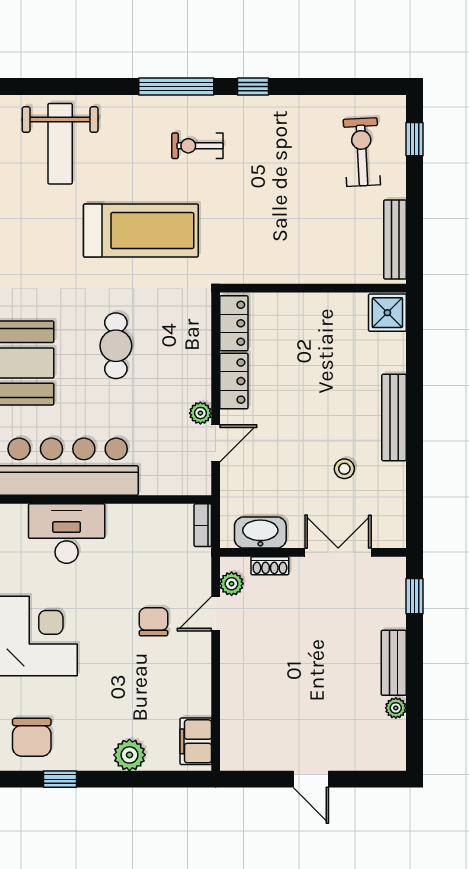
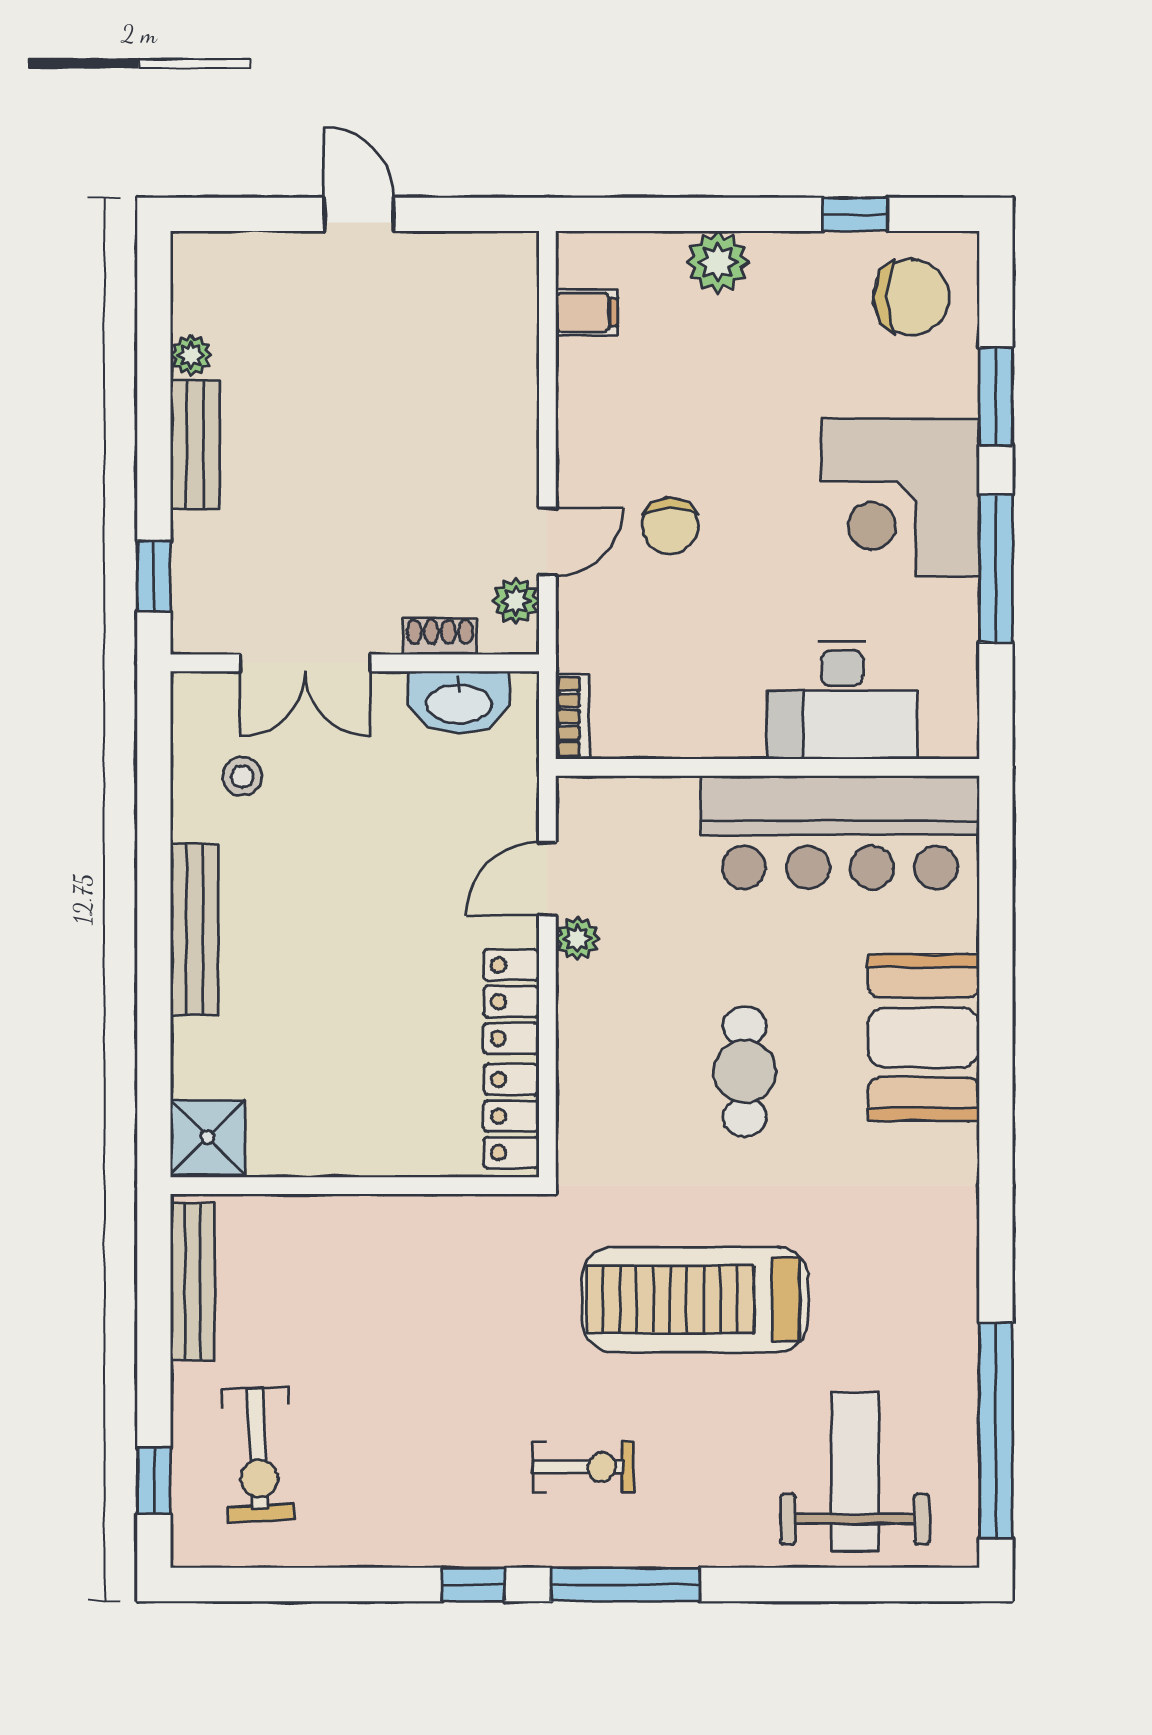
stool: (344, 469) -> (242, 776), moved
chair: (32, 737) -> (911, 297), turned 90
filing cabinet: (196, 741) -> (587, 312), width x0.50

